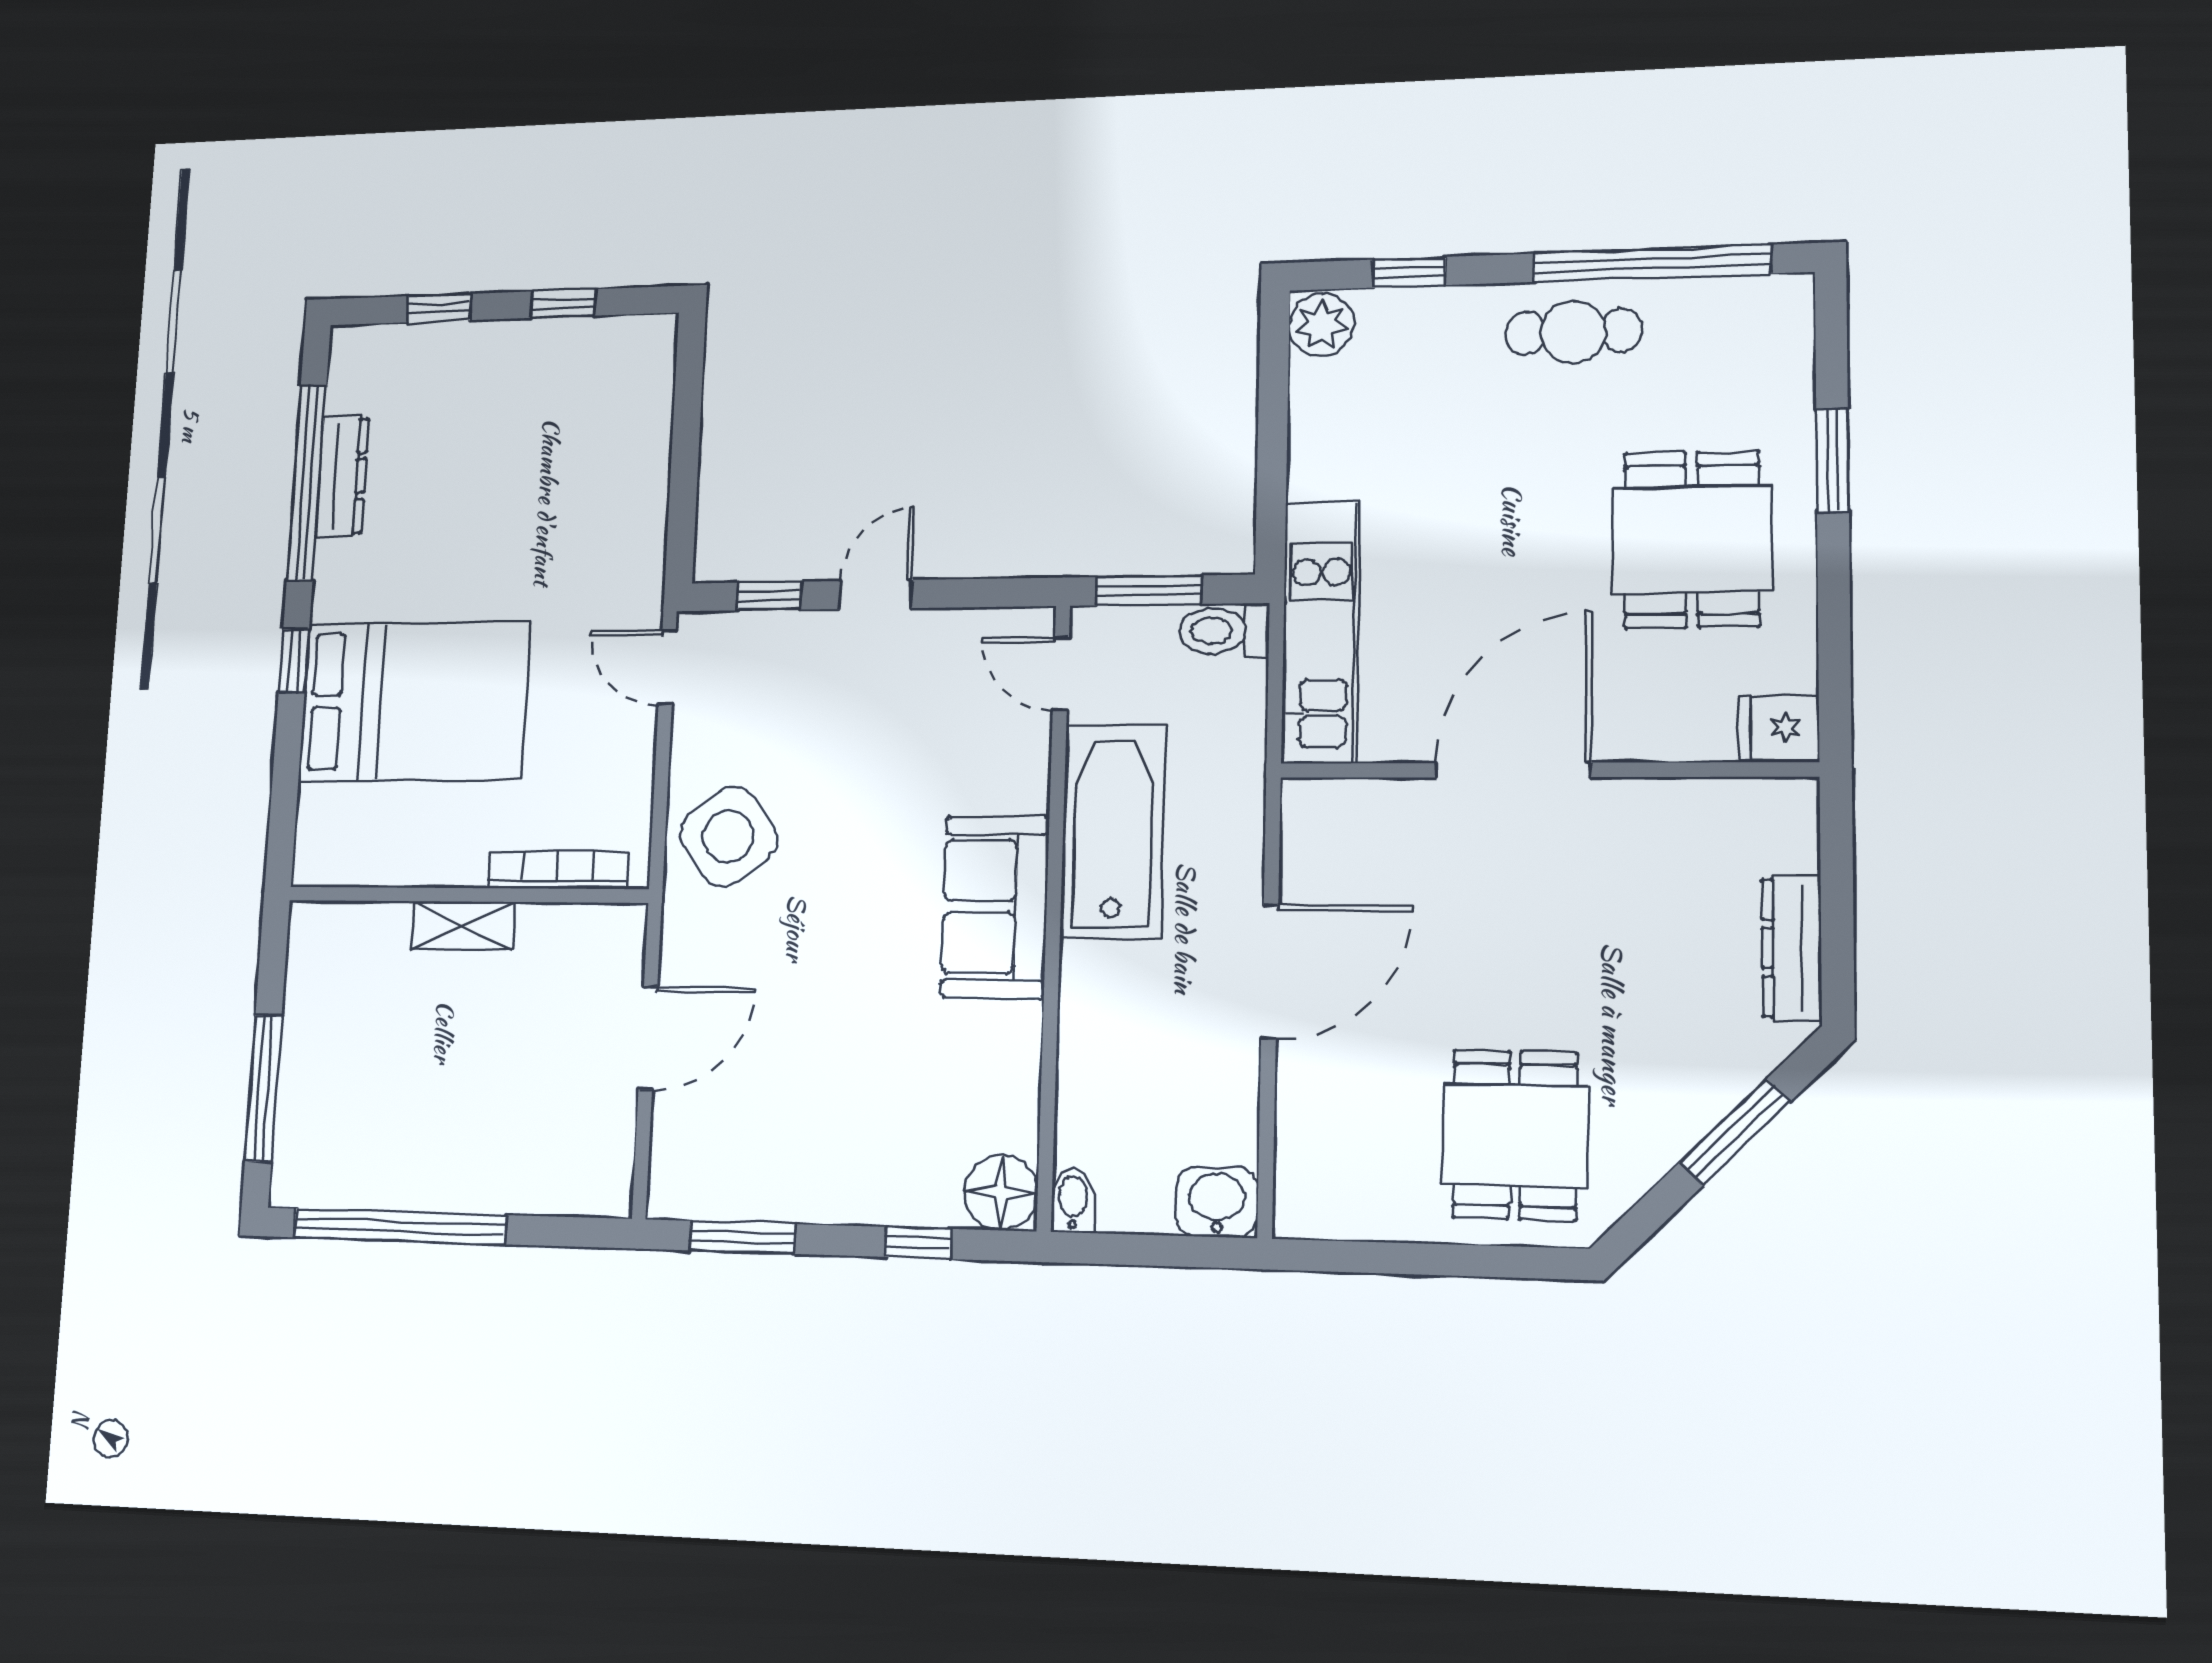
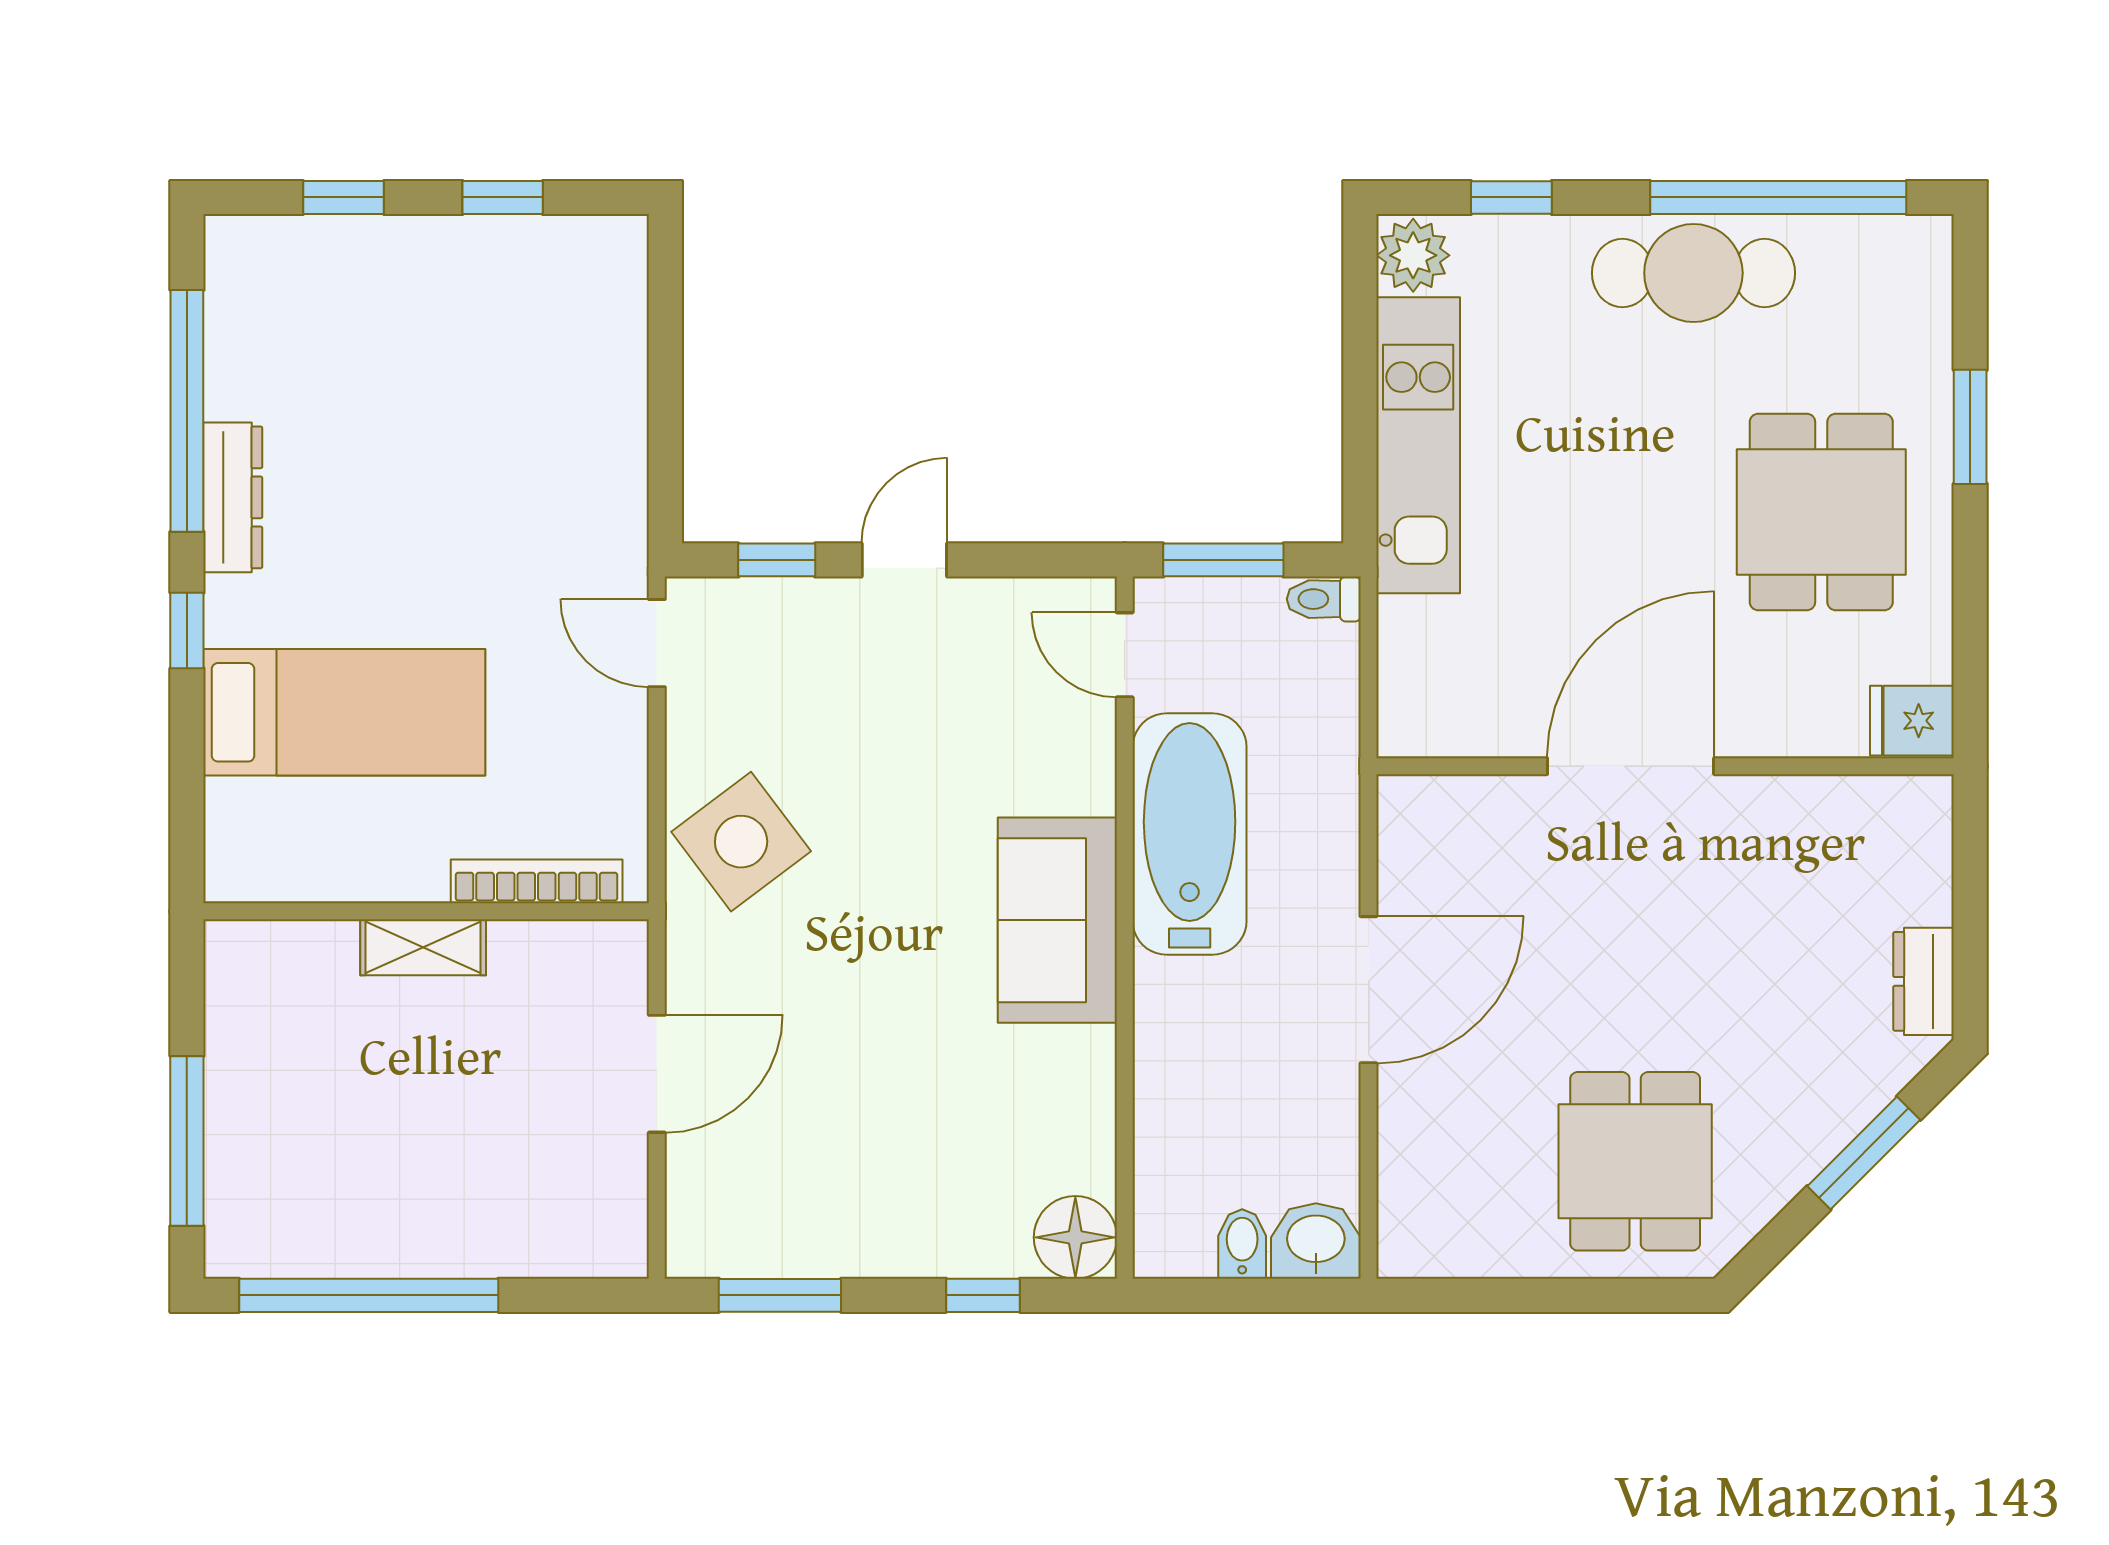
cafe table: (1573, 332) -> (1693, 273), width x1.37, depth x1.35
dresser: (342, 476) -> (233, 497), moved
toilet: (1224, 631) -> (1324, 599), width x0.73, depth x0.72
kitchen unit: (1321, 632) -> (1418, 445), moved
bed: (414, 701) -> (344, 712), width x0.67
dresser: (1792, 948) -> (1923, 981), width x0.70
bidet: (1073, 1201) -> (1242, 1244), moved

